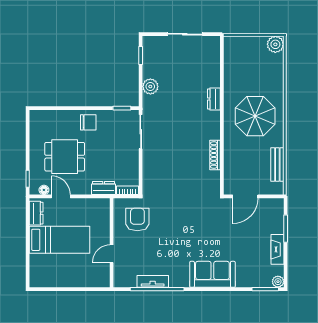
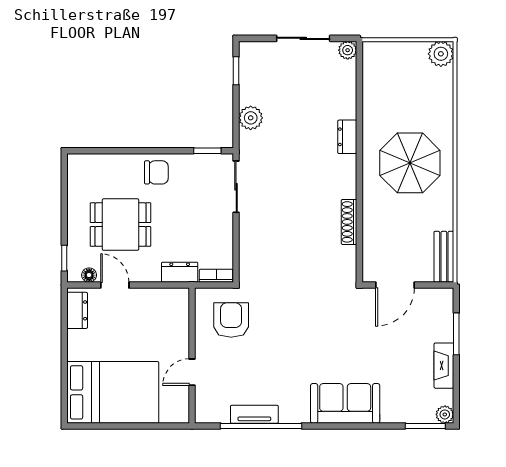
plant: (214, 42) -> (348, 50), added
bench: (277, 164) -> (444, 257), moved
bed: (60, 240) -> (113, 392), moved, width x1.50

